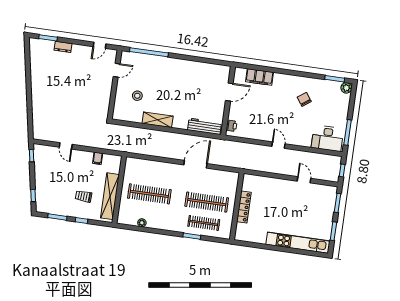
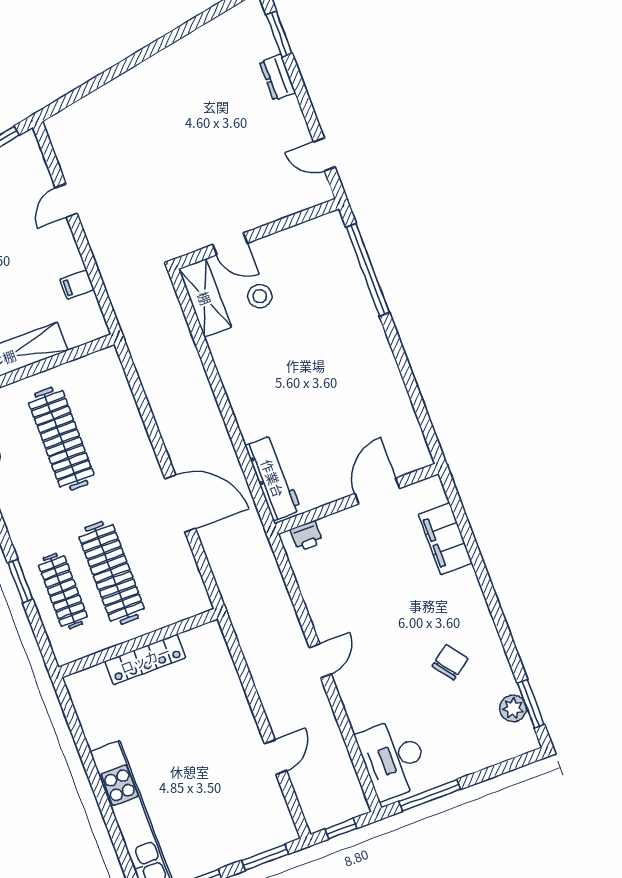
door: (117, 70) -> (230, 244), moved
plant: (346, 88) -> (513, 708), moved
door: (229, 92) -> (377, 491), swing flipped
shelving: (158, 120) -> (205, 298), moved

